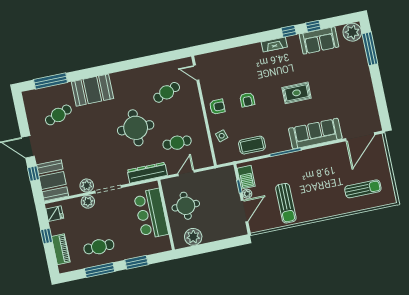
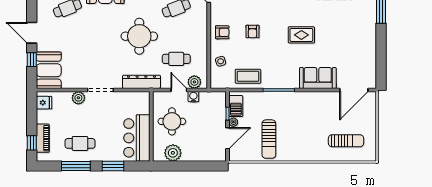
sofa: (315, 134) -> (318, 78), width x0.73
door: (186, 173) -> (179, 90), hinge flipped
water cooler: (202, 177) -> (193, 97), added
plant: (87, 185) -> (194, 82), moved
bar counter: (151, 214) -> (137, 138), moved
window: (47, 236) -> (32, 143), moved

